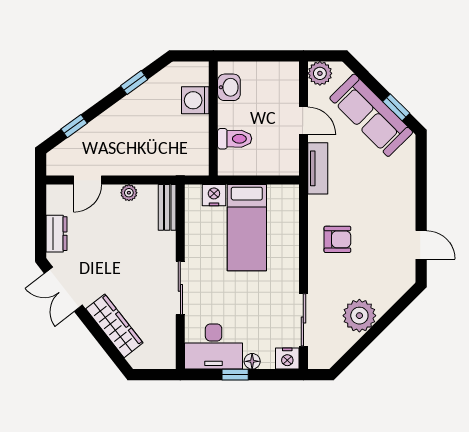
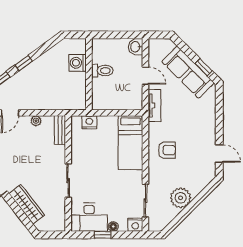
plant: (320, 73) -> (156, 46), removed
window: (134, 83) -> (24, 63), moved
washbasin: (229, 87) -> (136, 47), moved, turned 180
toilet: (235, 139) -> (102, 71), moved
bed: (247, 228) -> (131, 143), moved

